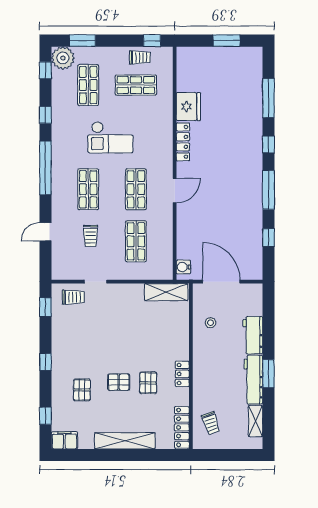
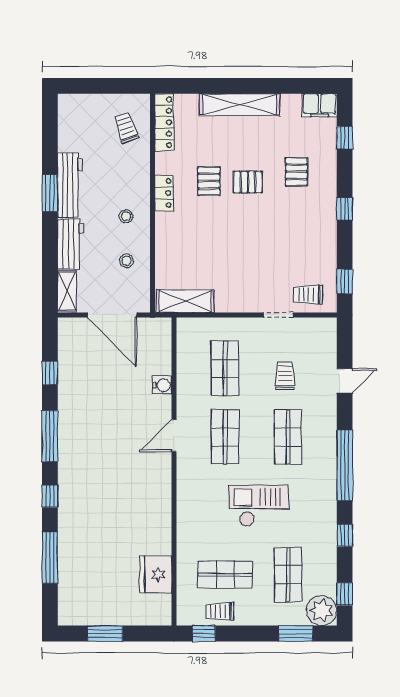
fridge: (188, 107) -> (156, 574), moved
locker: (183, 142) -> (163, 500), removed
water cooler: (183, 267) -> (162, 385), moved
stool: (211, 356) -> (126, 216), added
shelving: (256, 421) -> (67, 291), moved

